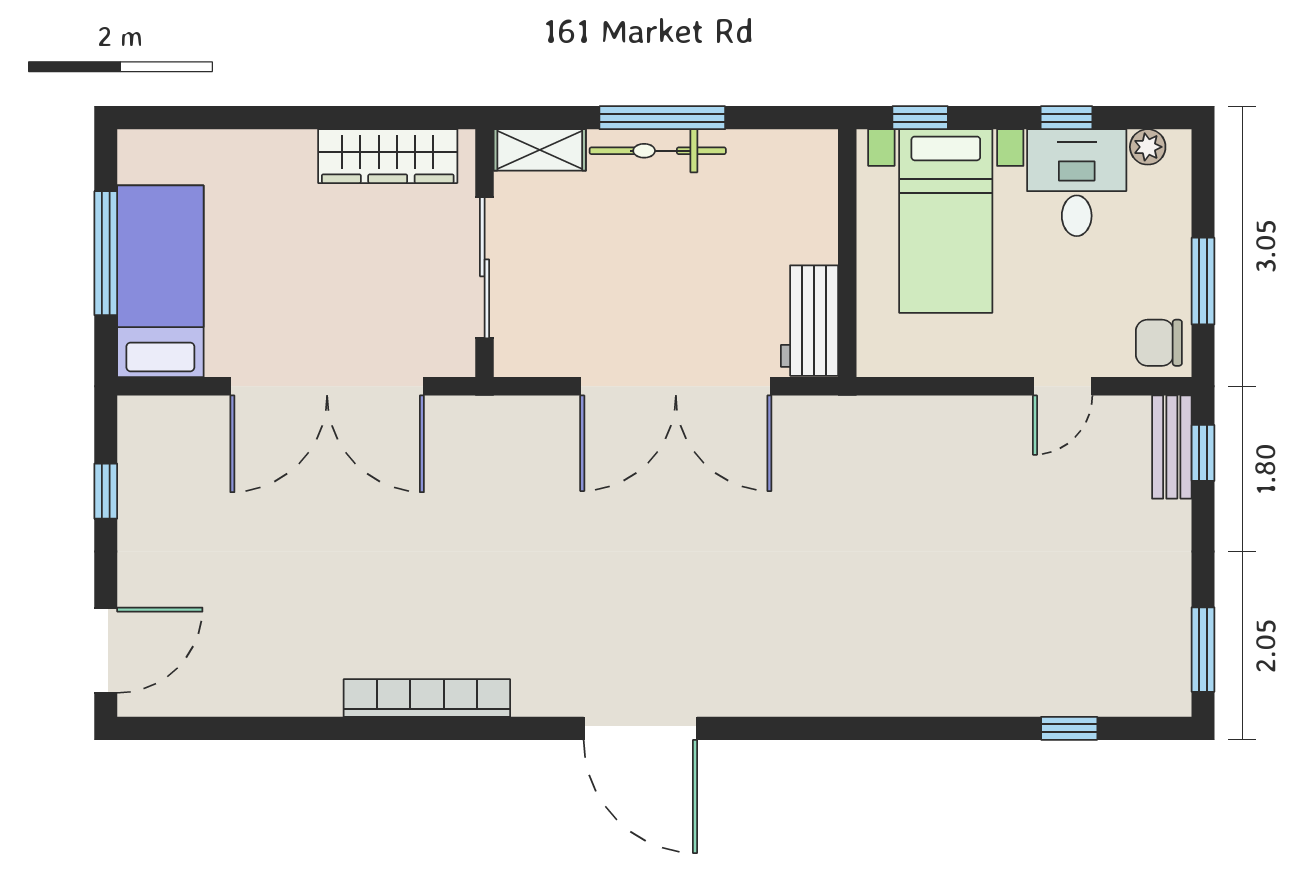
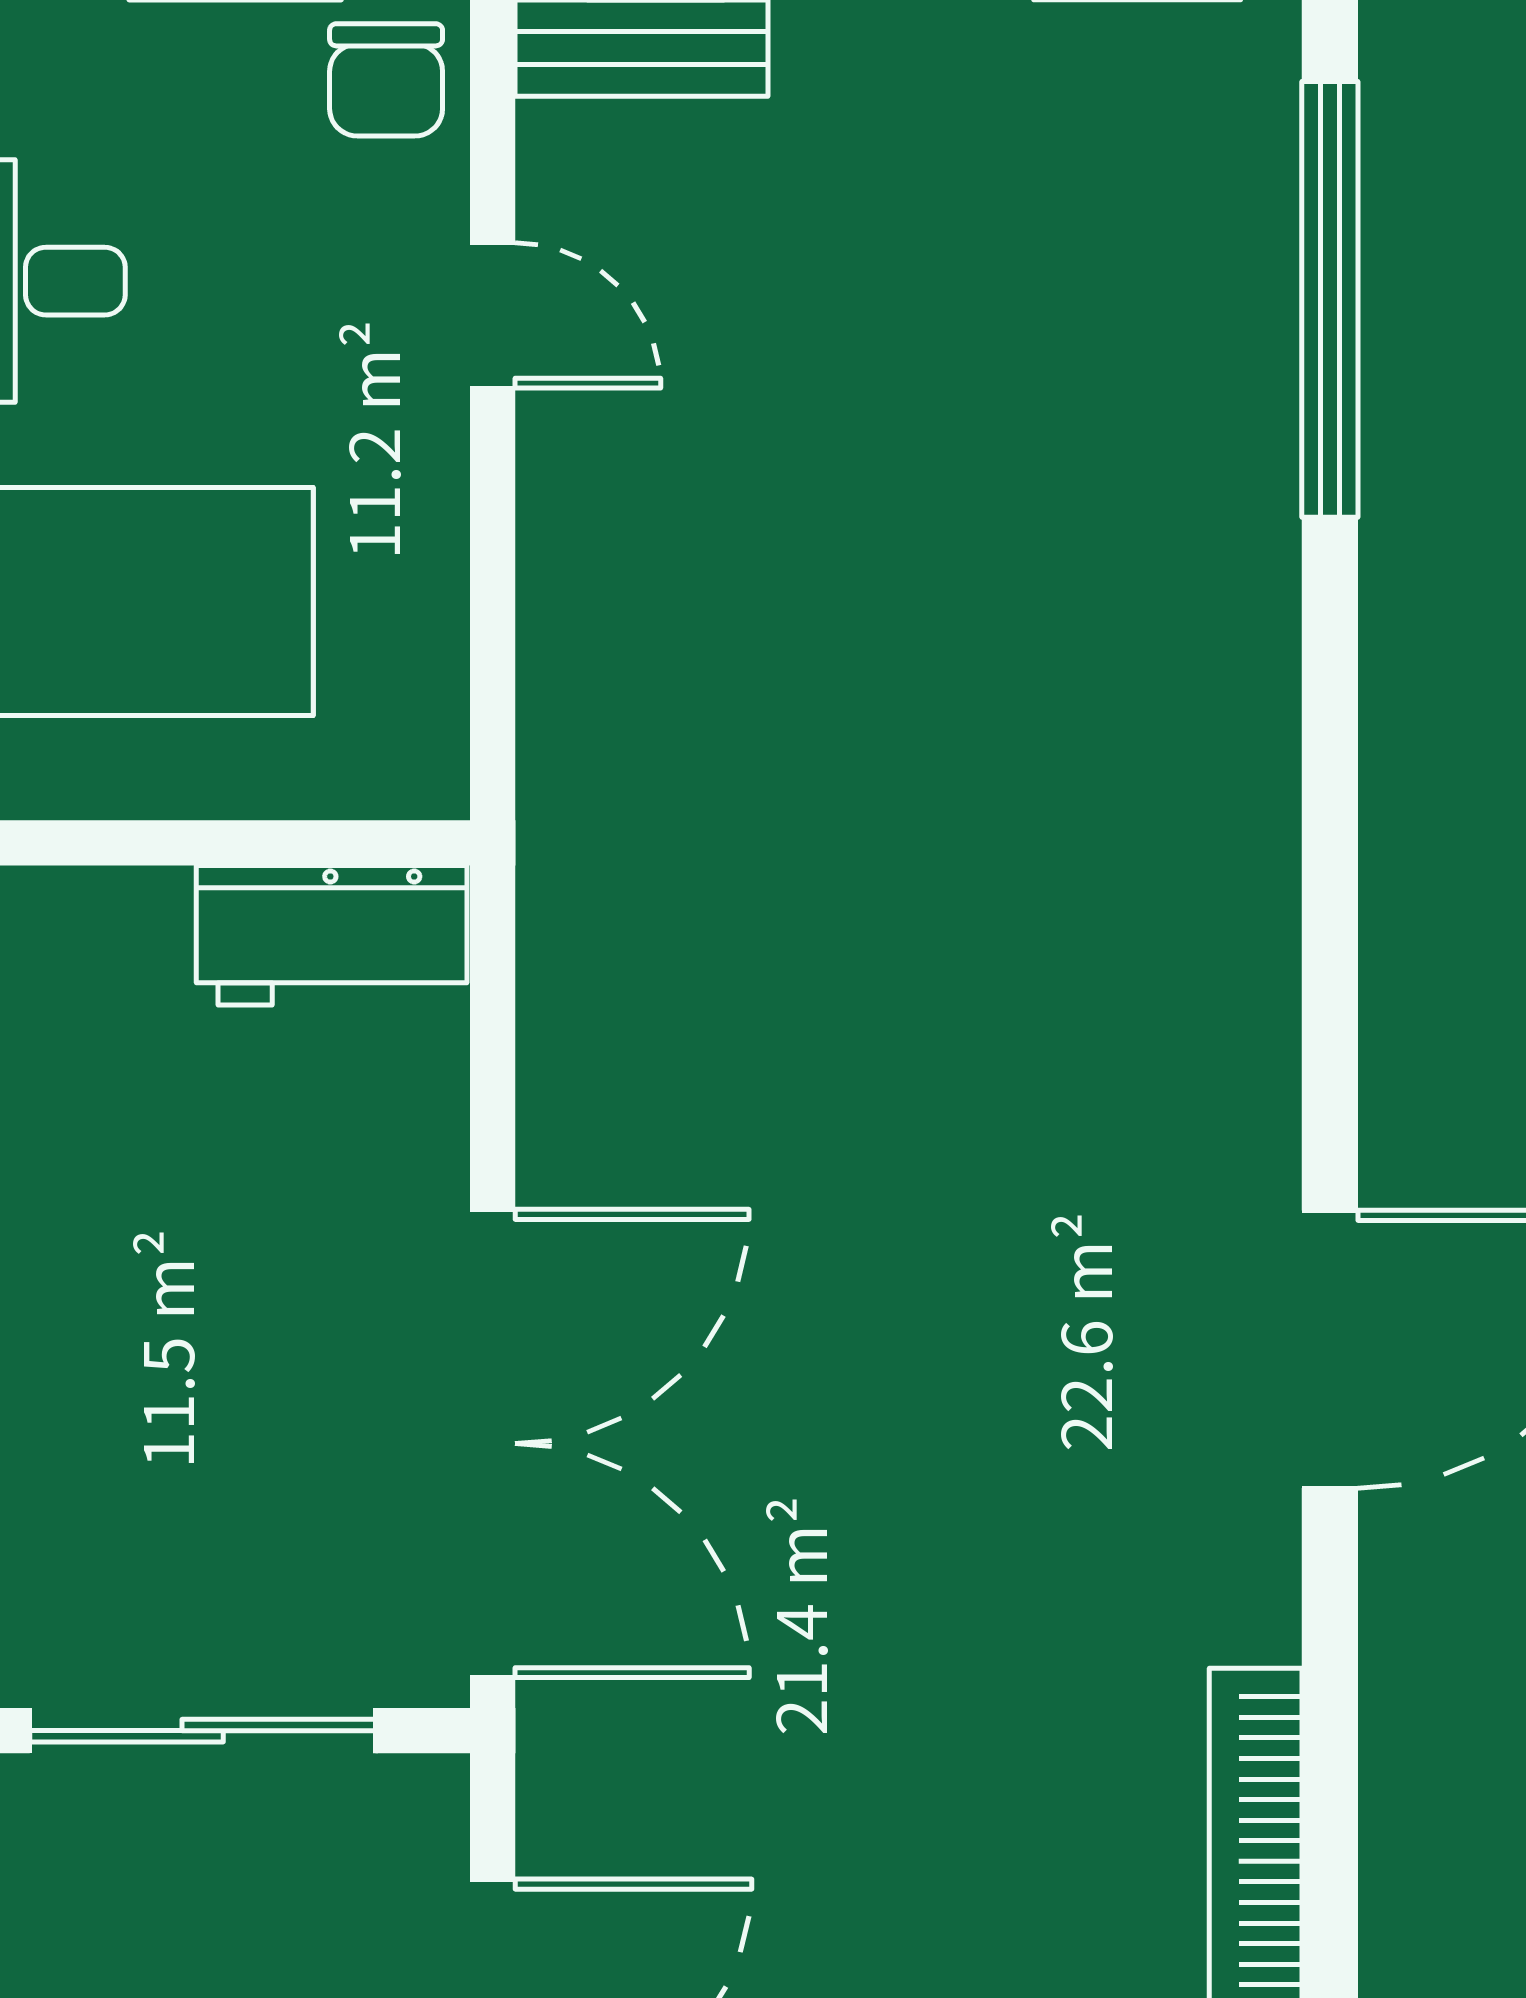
double door: (676, 386) -> (493, 1443), moved
window: (1069, 728) -> (1330, 299), width x3.17

